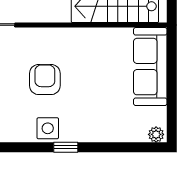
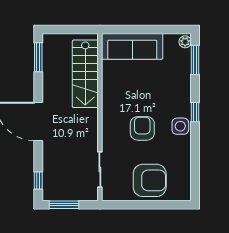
armchair: (45, 80) -> (142, 128), turned 90
window: (133, 147) -> (195, 60), added

